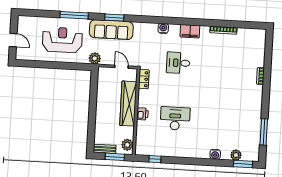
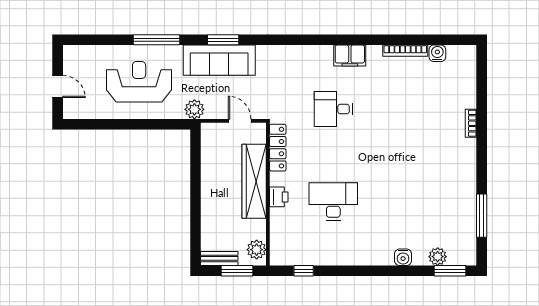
water cooler: (163, 28) -> (437, 53), moved
locker: (144, 79) -> (278, 148), width x1.53

